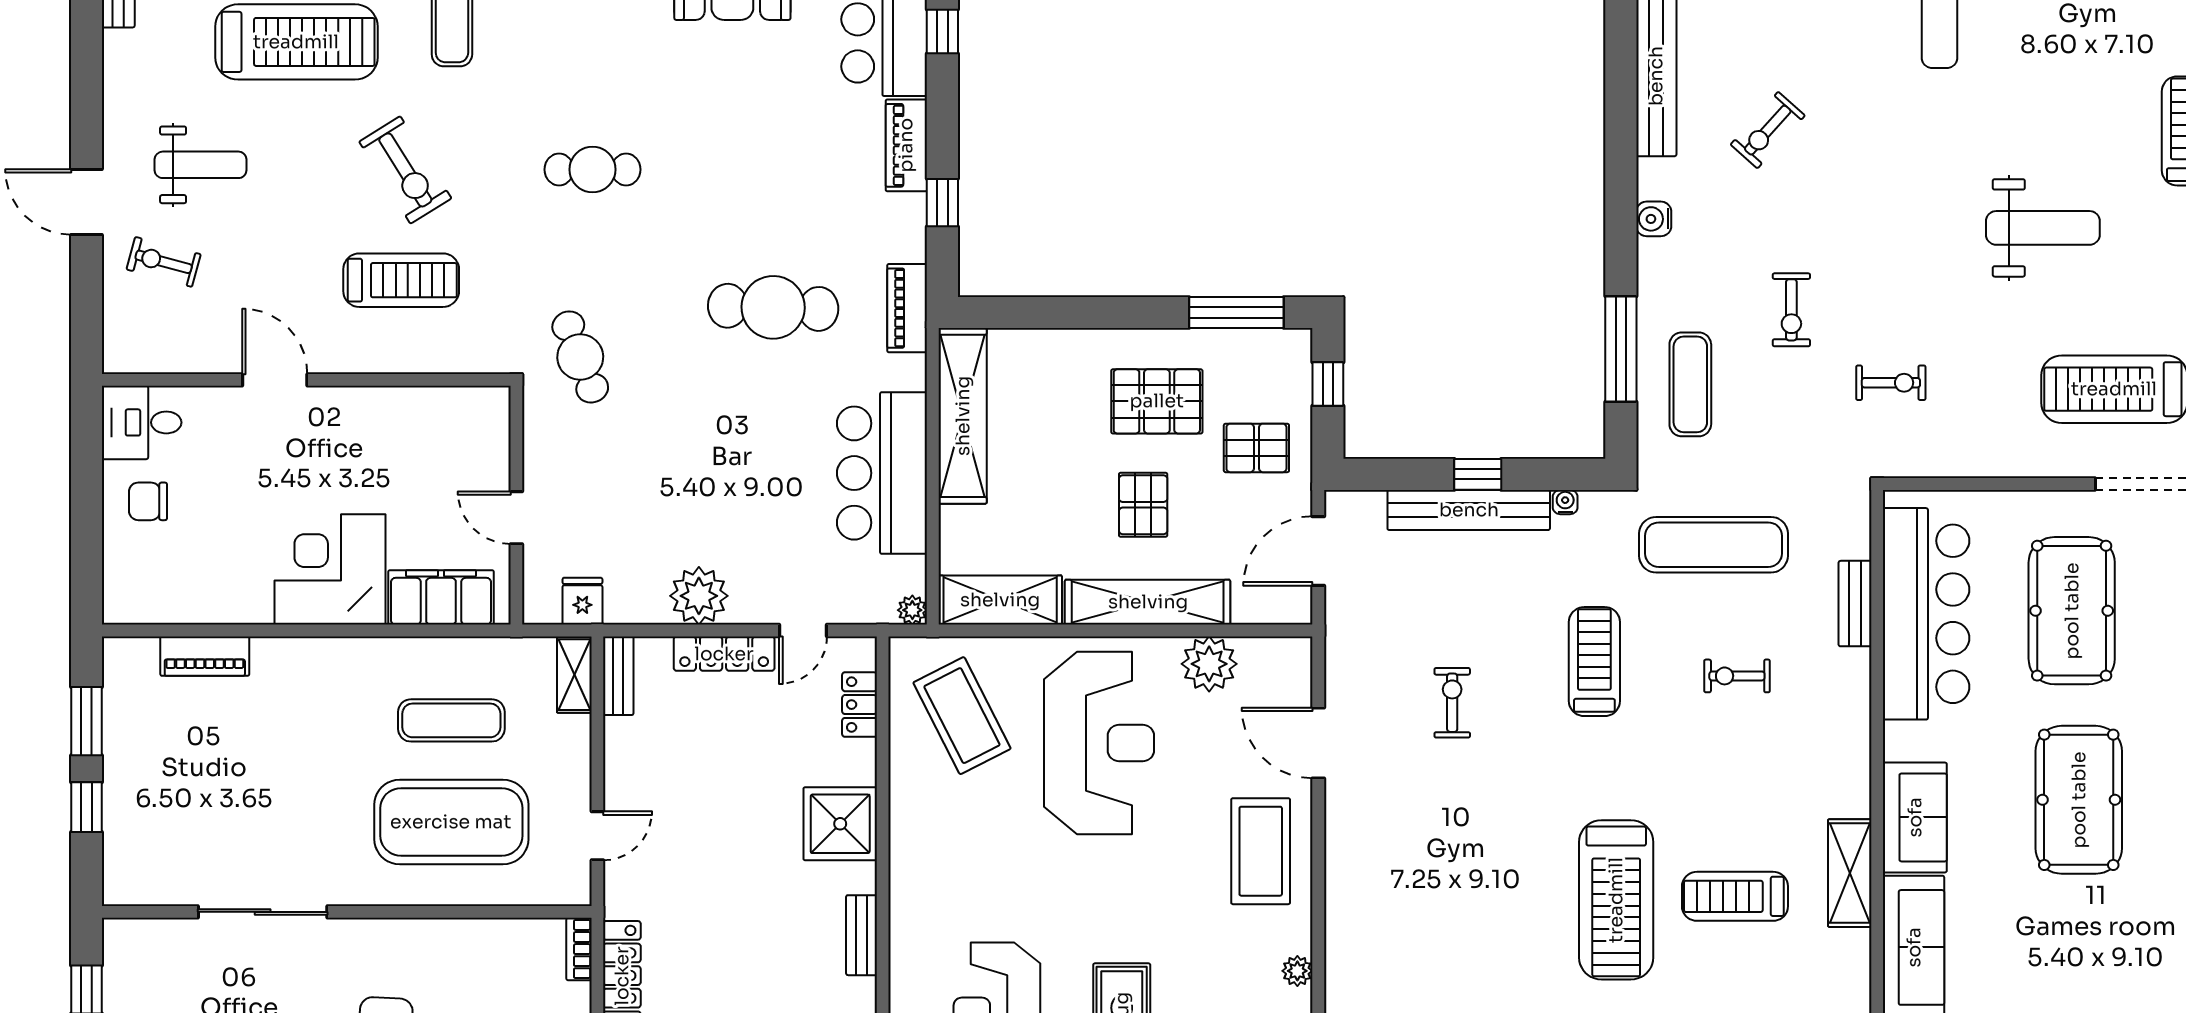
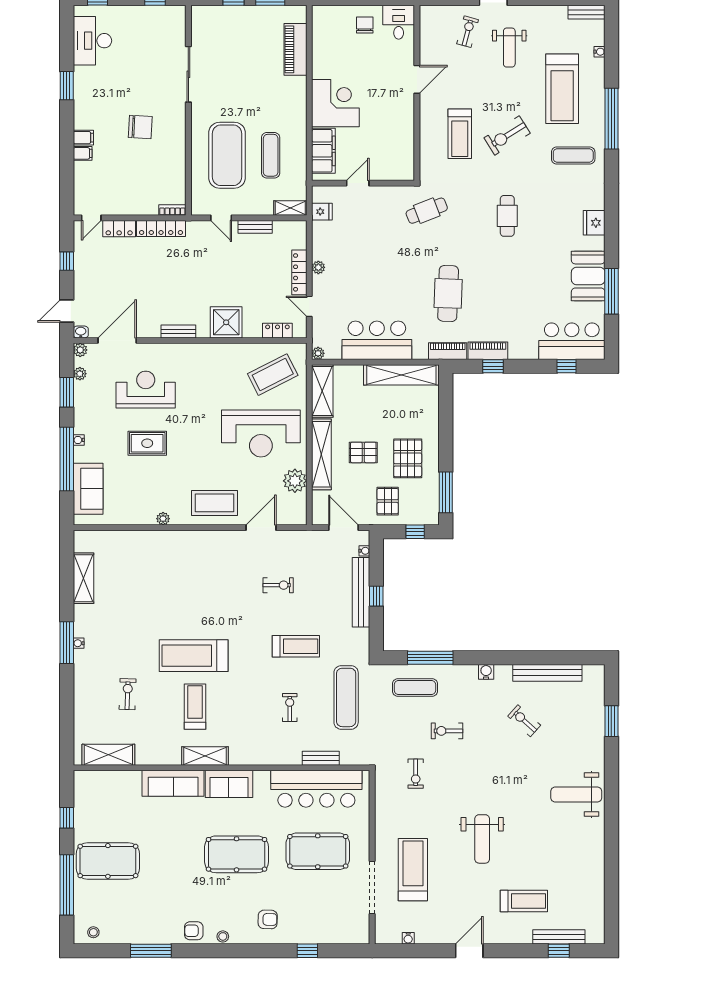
piano: (906, 145) -> (488, 351), moved
water cooler: (1565, 502) -> (364, 551), moved
plant: (699, 596) -> (318, 267), width x0.53, depth x0.53
piano: (205, 656) -> (295, 49), width x1.37, depth x1.33
bench: (618, 676) -> (255, 227), moved

